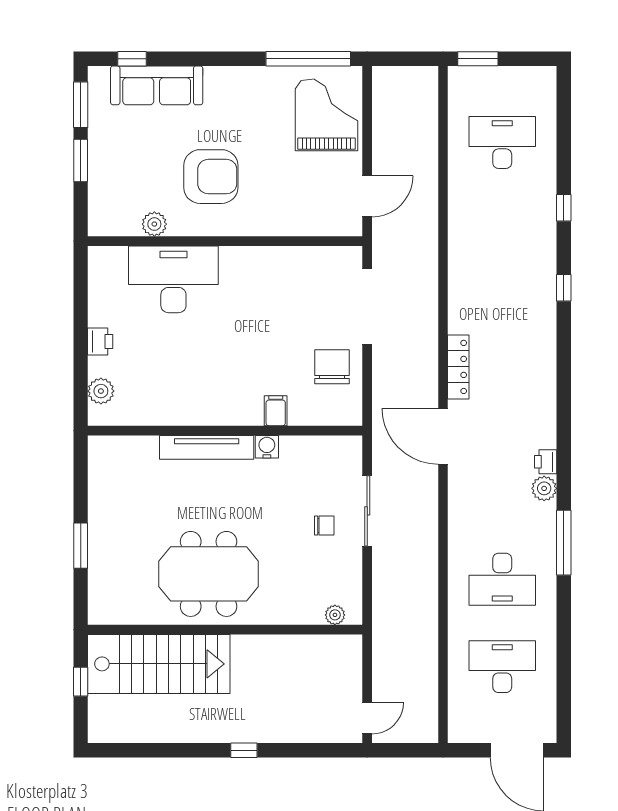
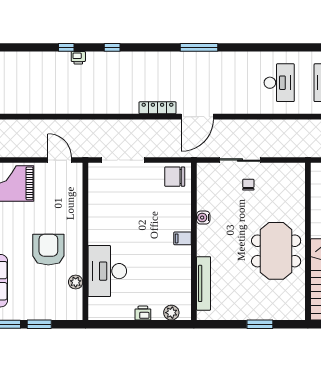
desk: (502, 142) -> (29, 83), removed
chair: (332, 367) -> (175, 177), moved
filing cabinet: (276, 411) -> (183, 238), moved
tv unit: (207, 447) -> (204, 283), moved
printer: (546, 462) -> (78, 58), moved
plant: (544, 488) -> (227, 59), removed
window: (564, 543) -> (199, 47), moved
plant: (335, 615) -> (300, 179), removed

